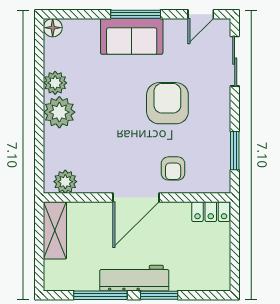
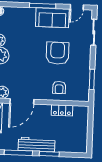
sofa: (132, 36) -> (52, 18), moved
door: (136, 197) -> (22, 101), moved
locker: (211, 212) -> (62, 110), moved

